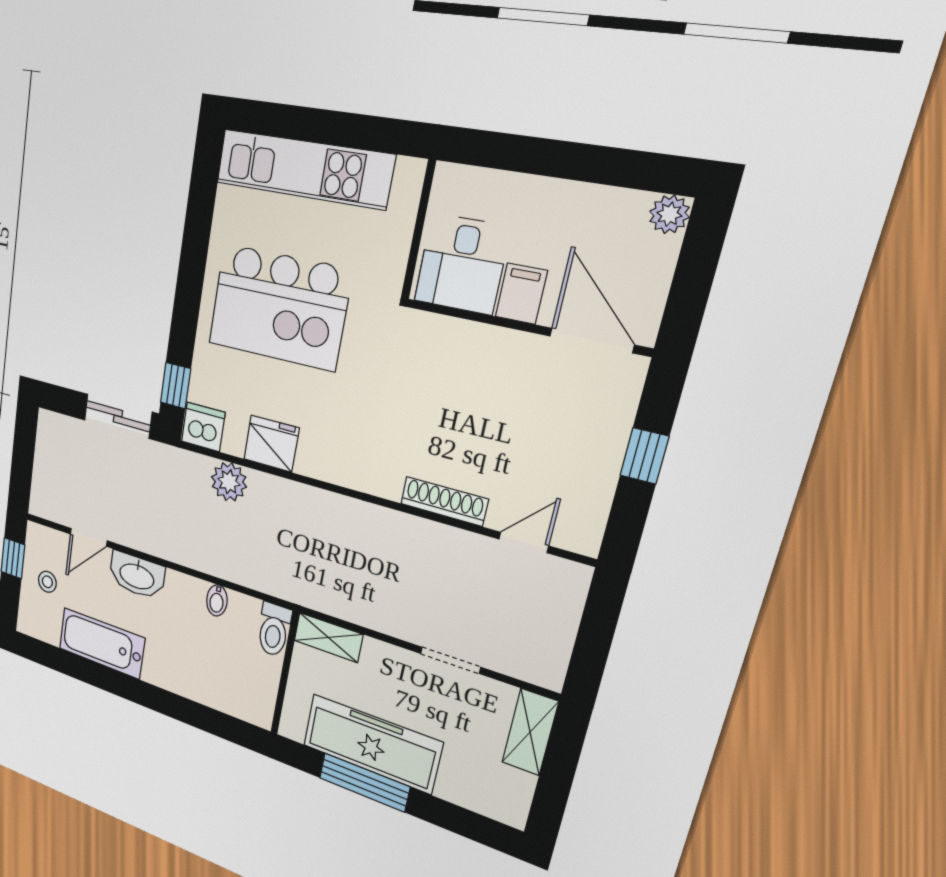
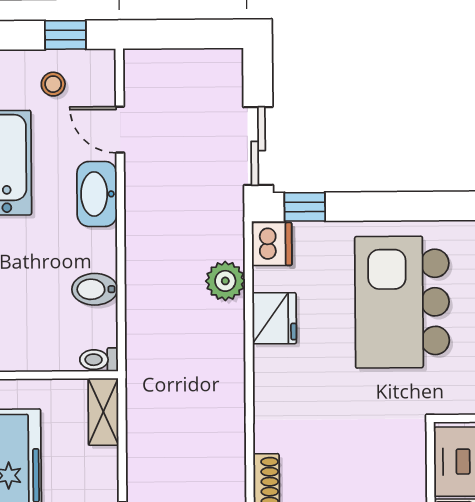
bidet: (217, 600) -> (95, 289), width x1.38, depth x1.36
toilet: (274, 630) -> (99, 360), width x0.73, depth x0.72

